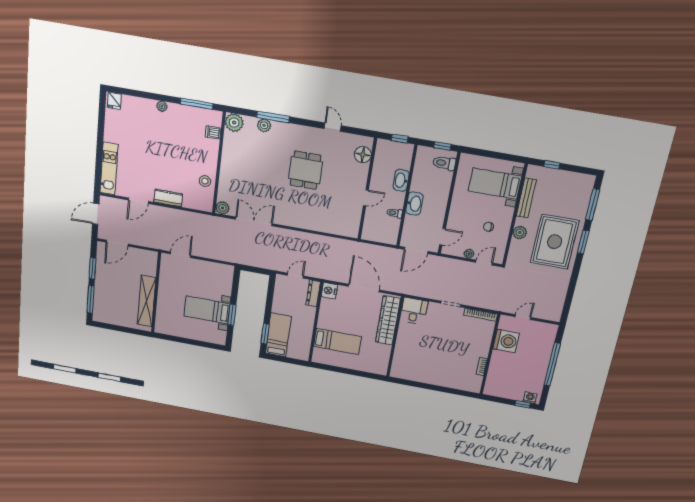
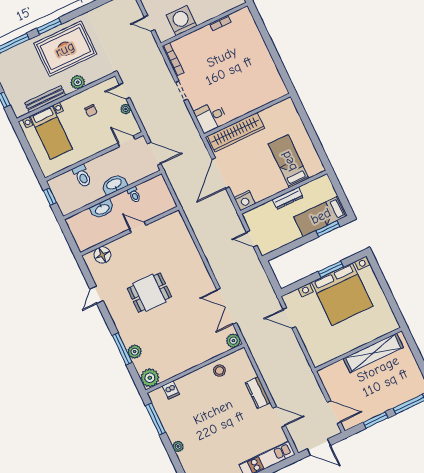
window: (400, 139) -> (68, 235), removed
toilet: (444, 163) -> (82, 176), moved
door: (180, 255) -> (289, 318), moved
dresser: (313, 293) -> (288, 198), moved
bed with nightstands: (207, 310) -> (342, 294), width x1.85

